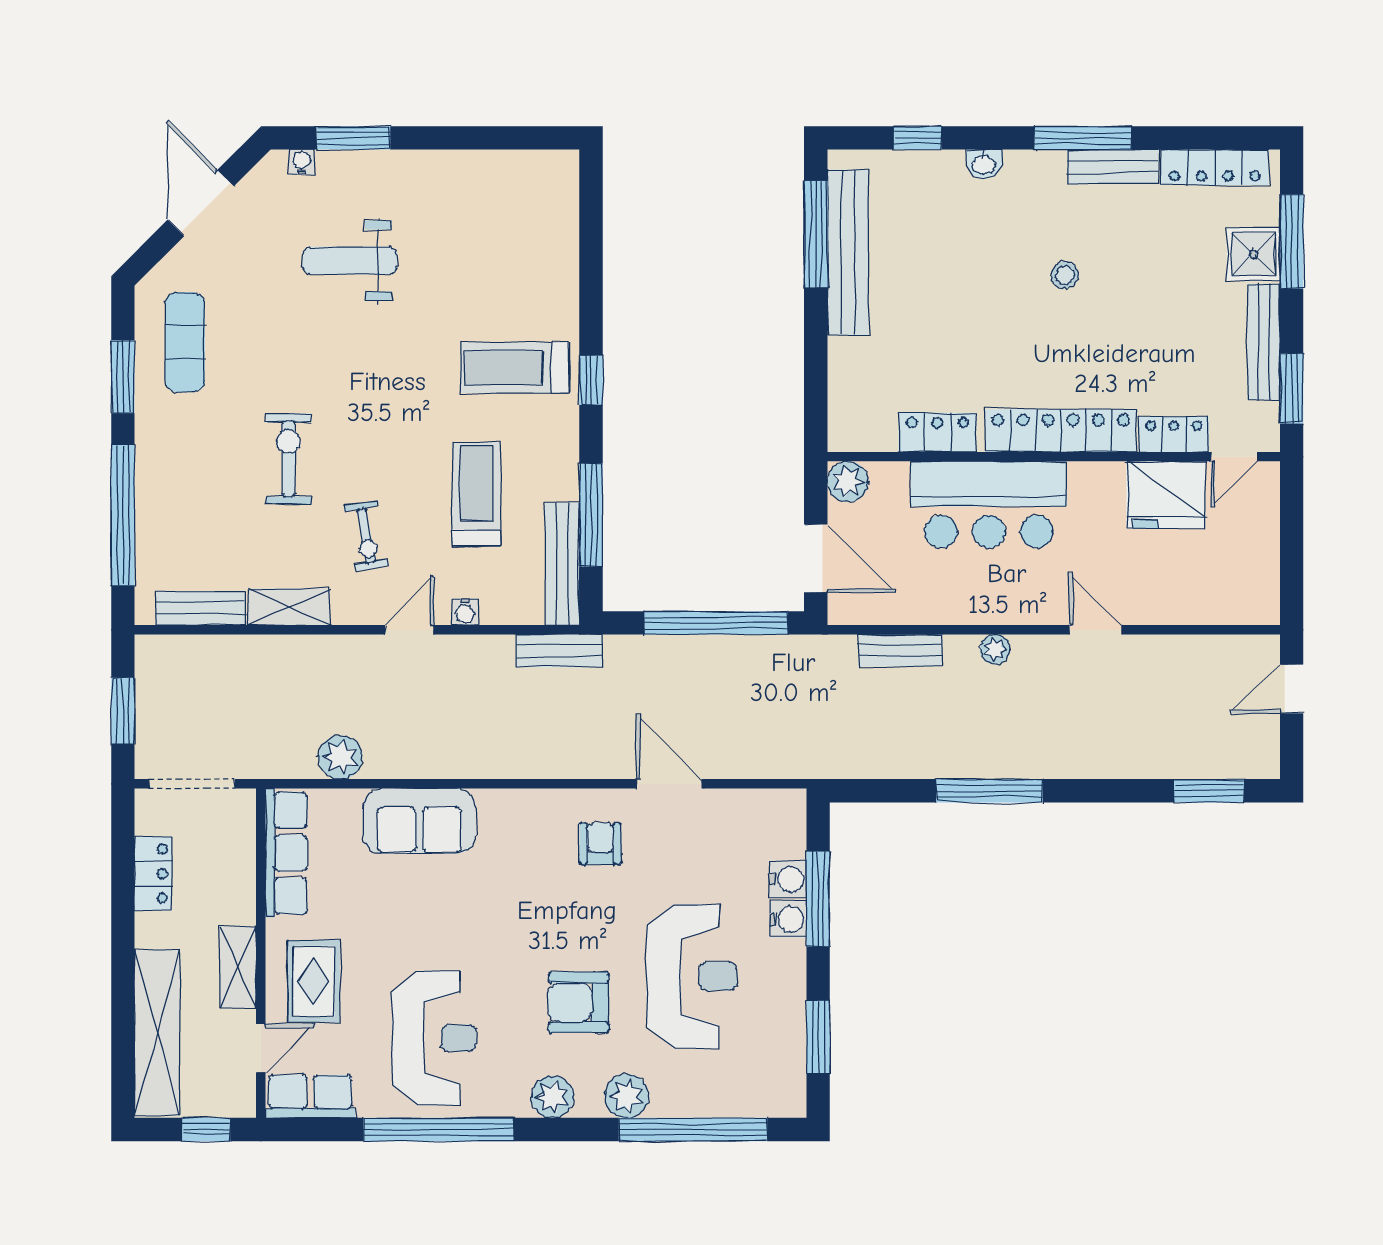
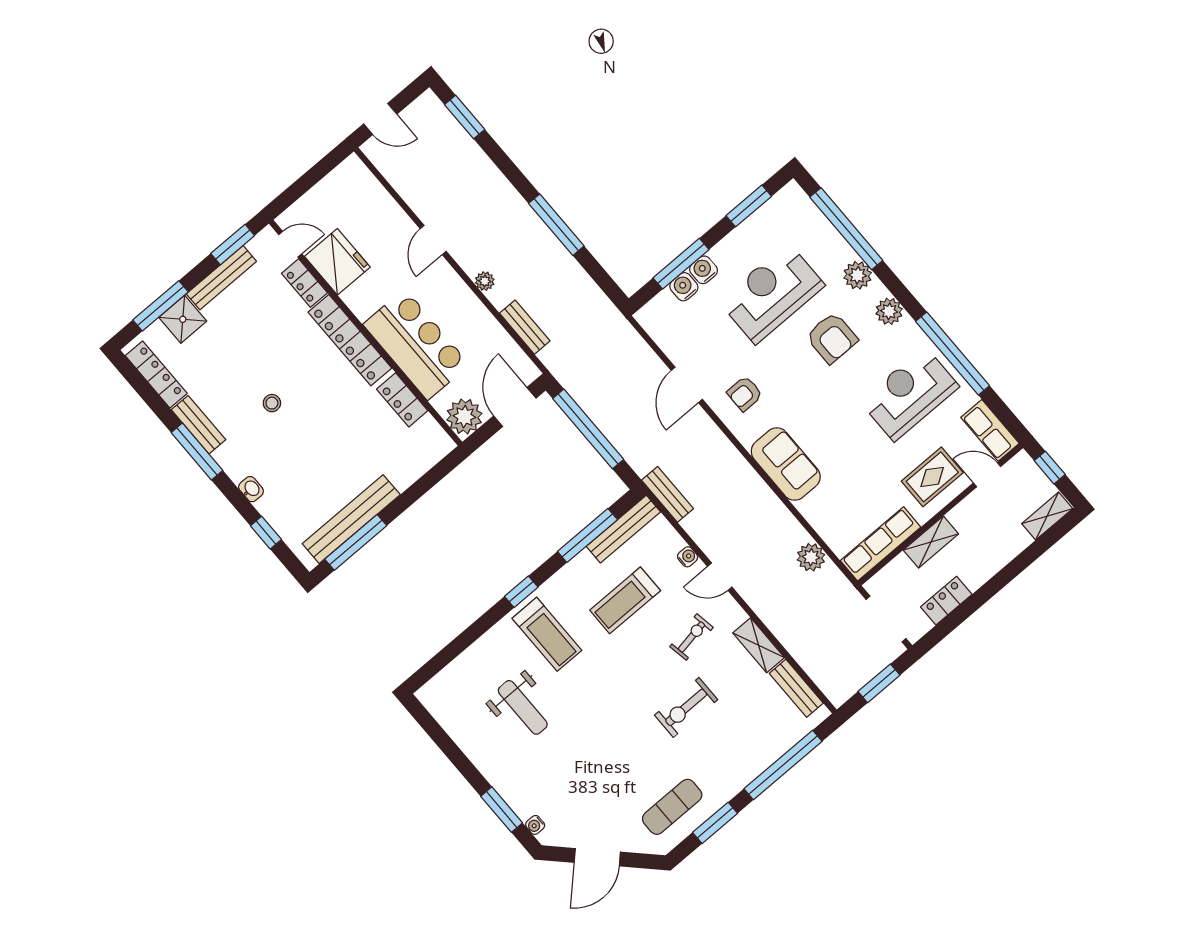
weight bench: (350, 260) -> (523, 707), moved
plant: (848, 482) -> (464, 417), width x1.36, depth x1.36
sofa: (419, 821) -> (786, 464), moved
shelving: (238, 967) -> (931, 542), moved
shelving: (157, 1032) -> (1047, 516), width x0.45, depth x0.75

